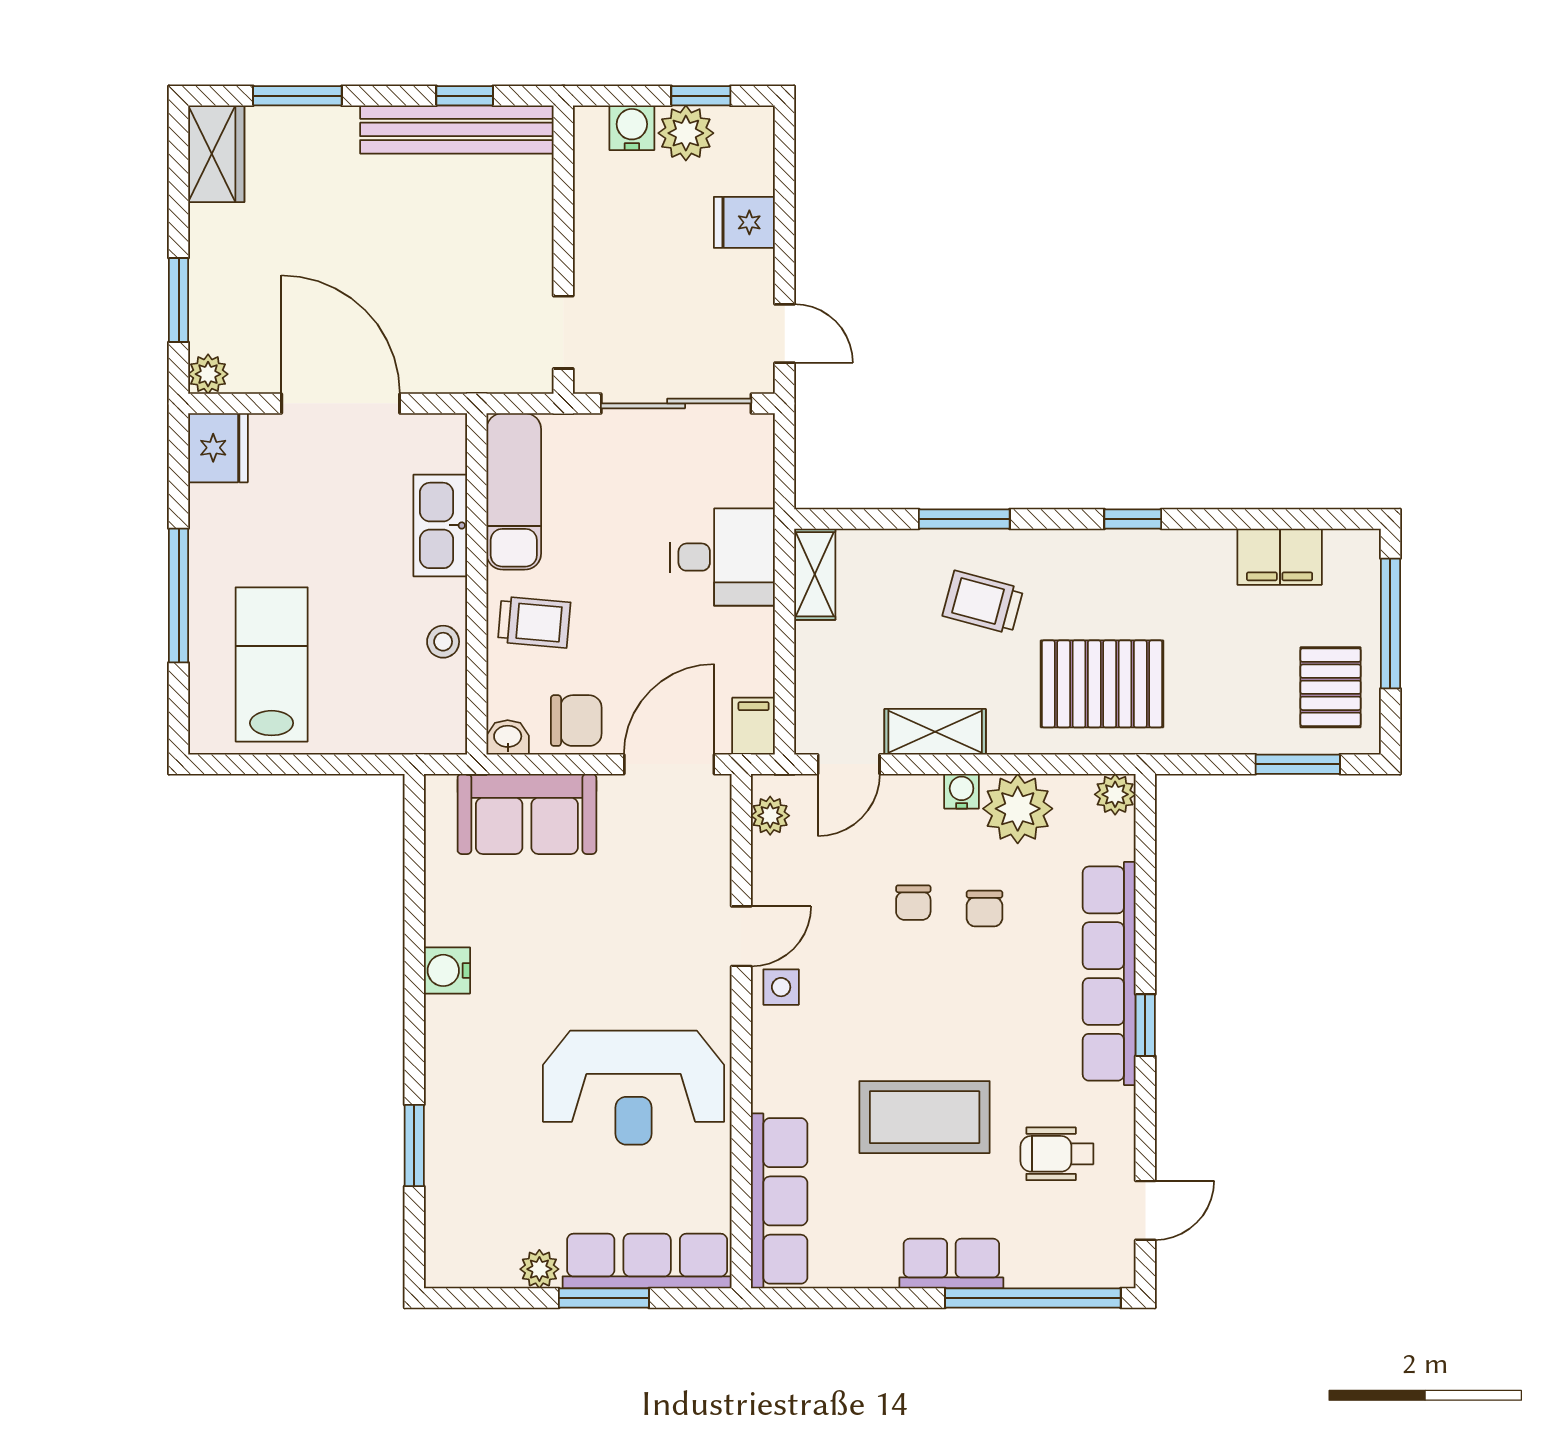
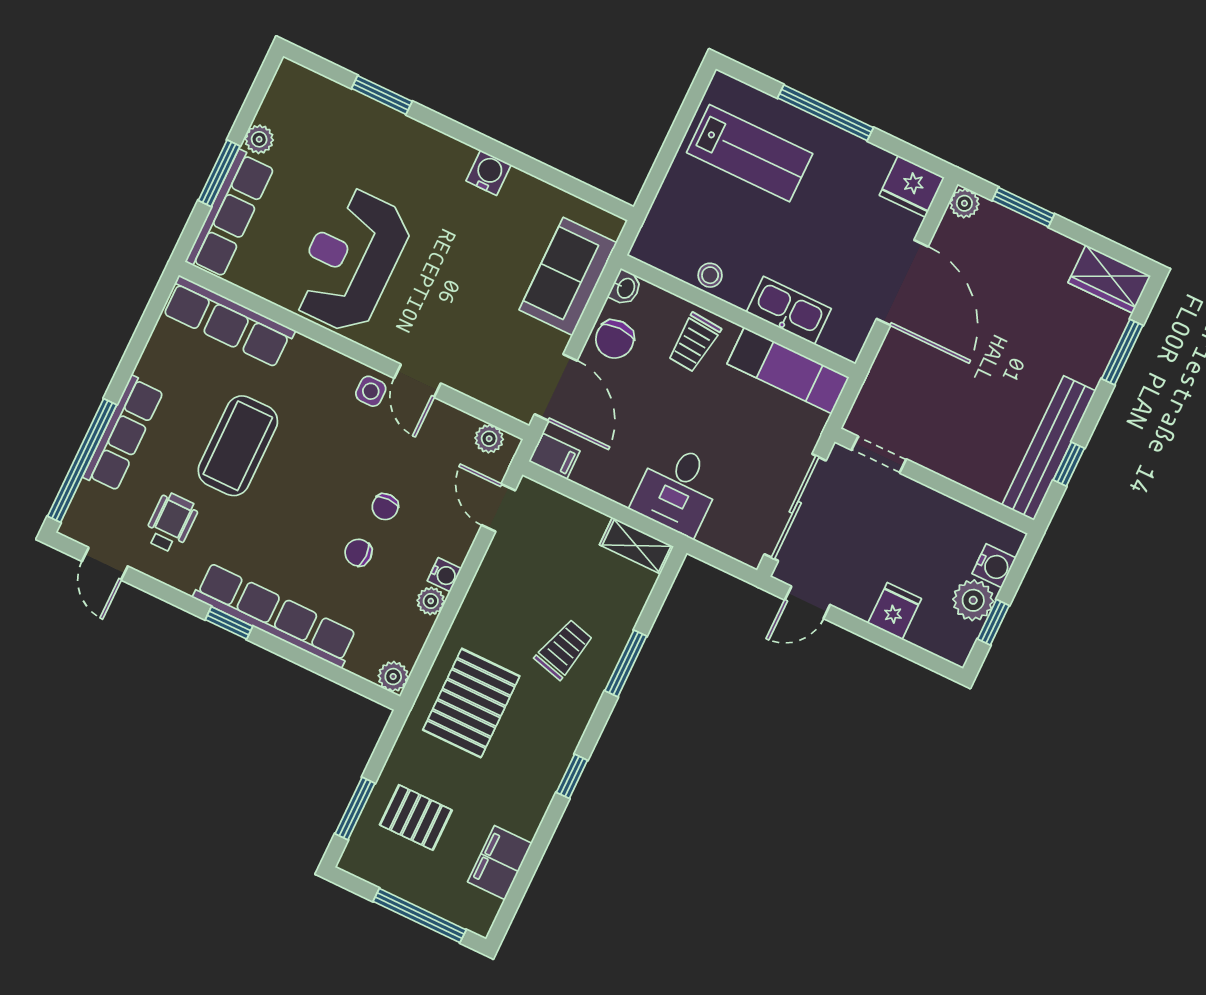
door: (341, 403) -> (902, 283), hinge flipped
pallet: (1331, 687) -> (416, 817), moved
shelving: (935, 732) -> (493, 576), removed
plant: (1018, 809) -> (431, 601), width x0.53, depth x0.53
chair: (913, 903) -> (385, 507), turned -90
row of seats: (951, 1264) -> (123, 434), width x1.48

